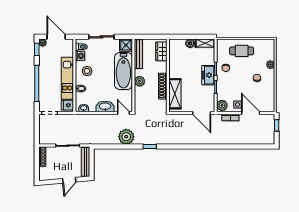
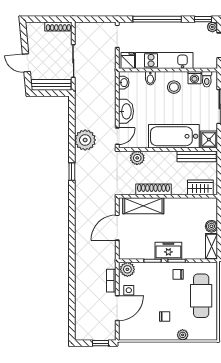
cafe table: (242, 51) -> (201, 296), width x1.37, depth x1.35
plant: (140, 81) -> (137, 158), moved
door: (202, 113) -> (117, 228), moved

